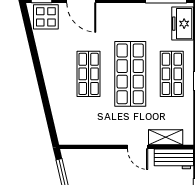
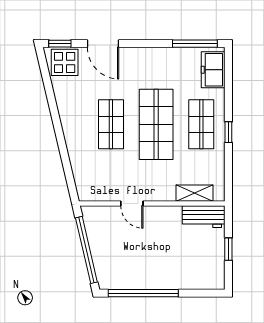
door: (138, 147) -> (132, 204), moved

